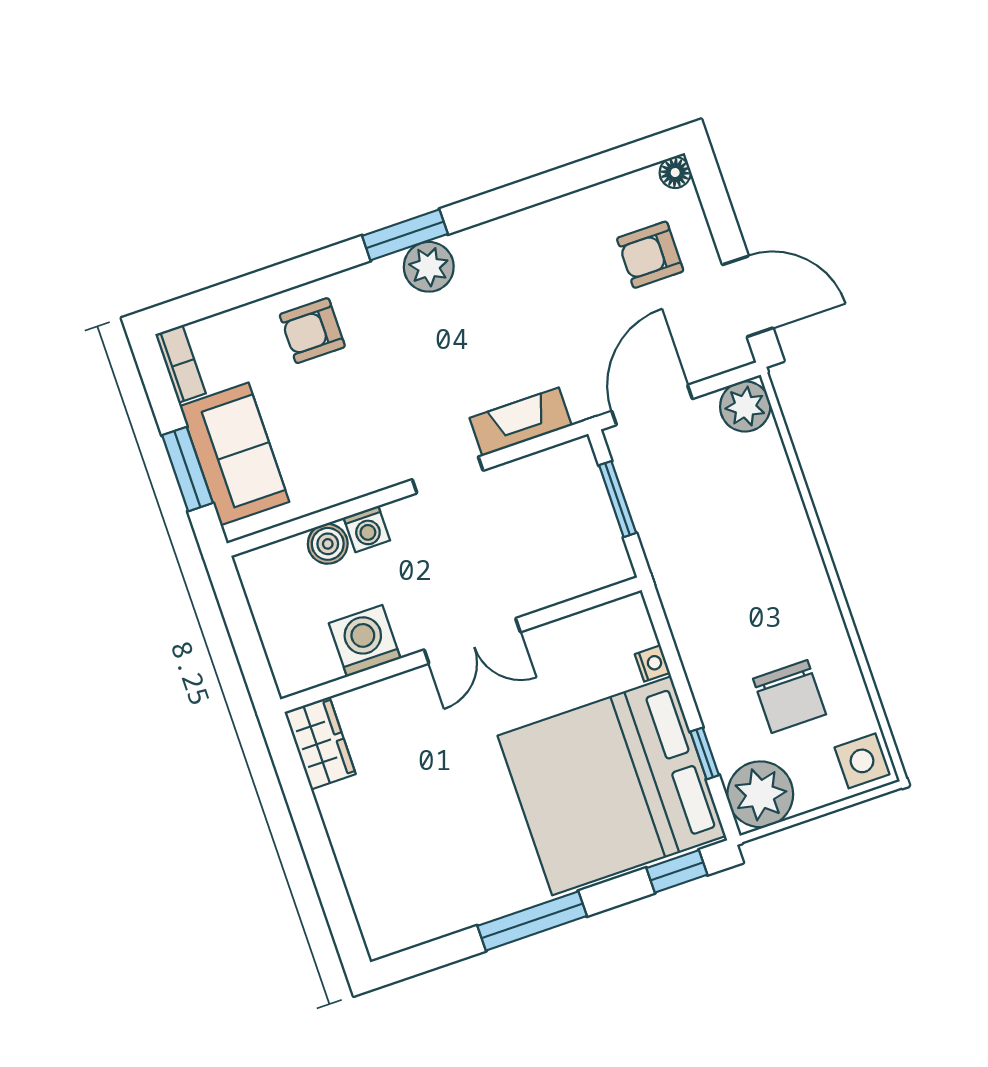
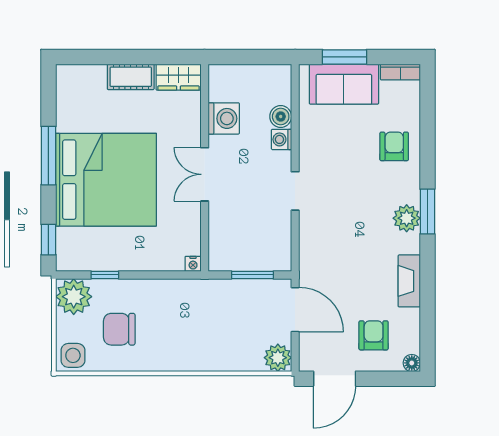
fireplace: (521, 422) -> (409, 281), moved, turned 180
nightstand: (652, 663) -> (193, 264), moved
bed: (612, 786) -> (106, 180), moved, turned 90
cot: (348, 826) -> (131, 77), added

